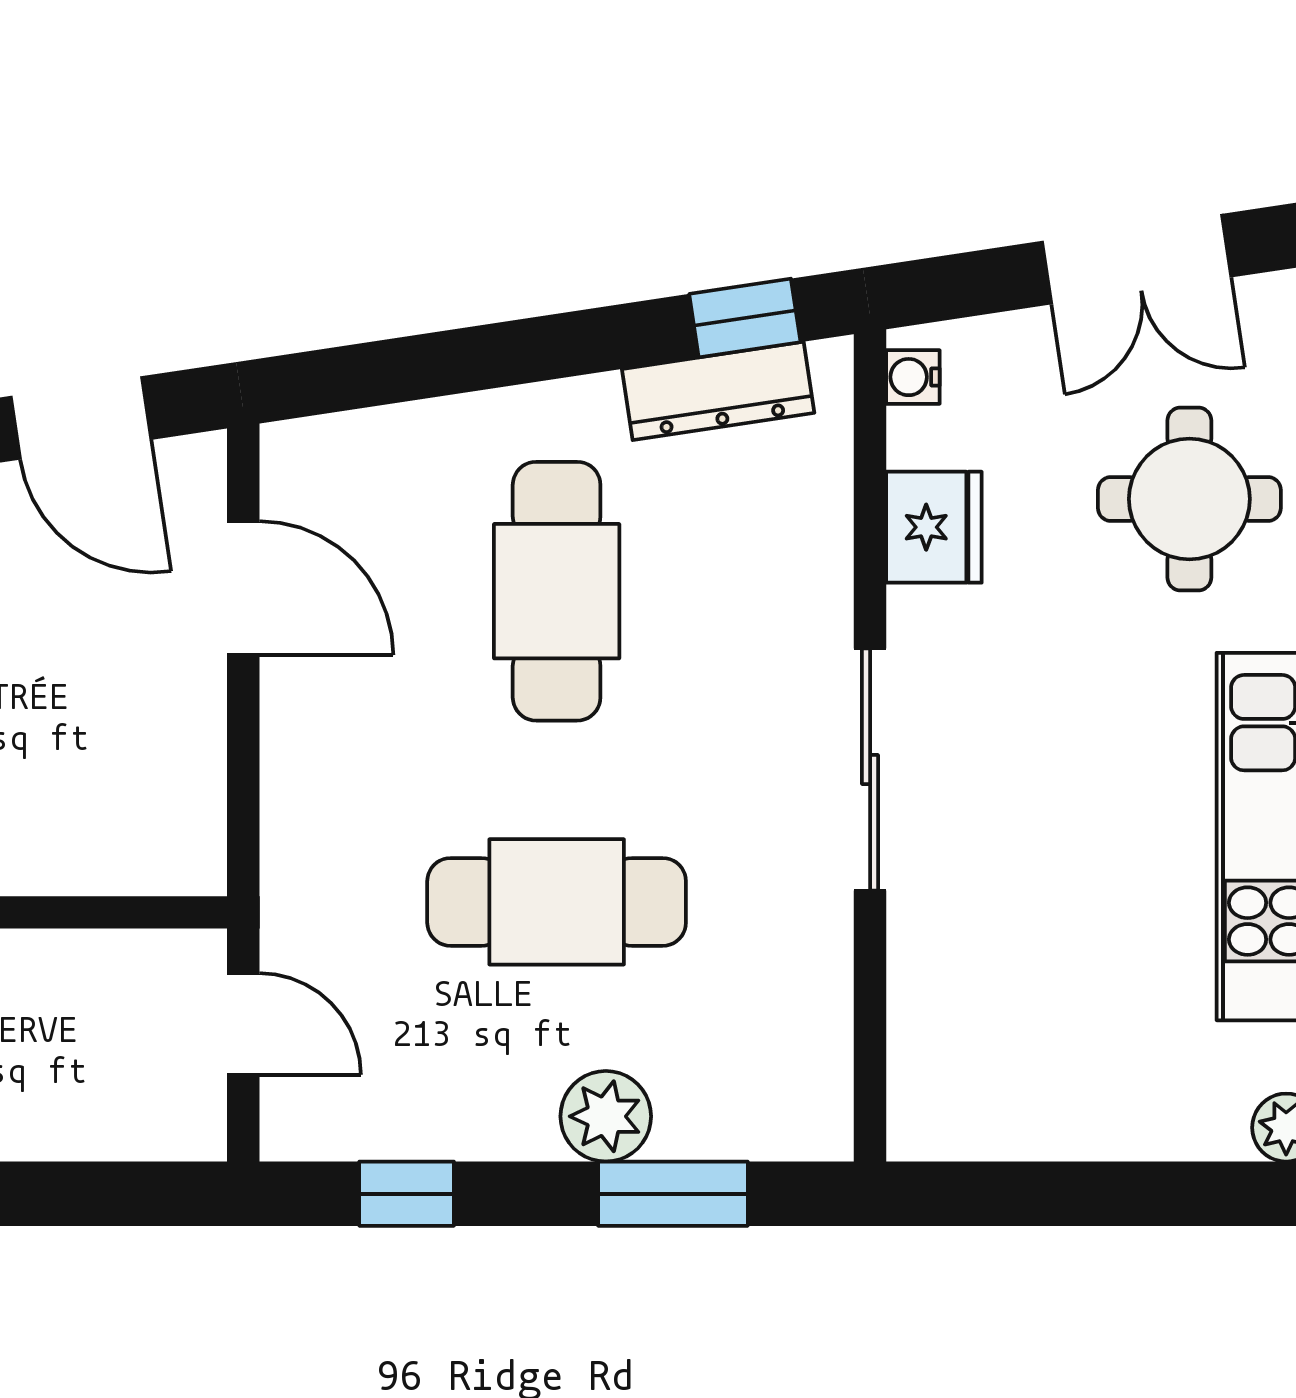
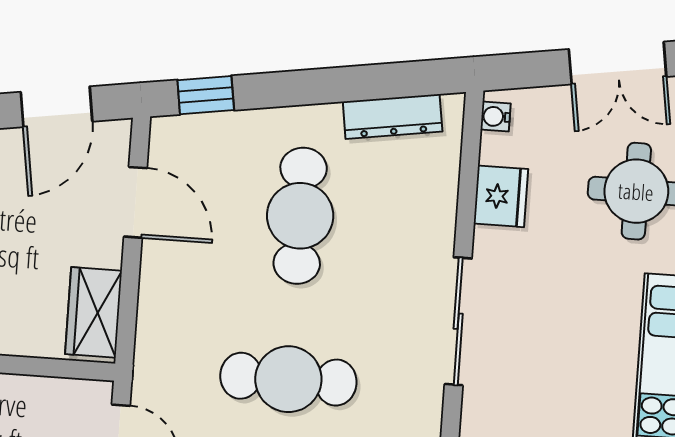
window: (745, 318) -> (206, 95), moved
door: (81, 418) -> (57, 107), hinge flipped
wardrobe: (179, 802) -> (94, 312), added

